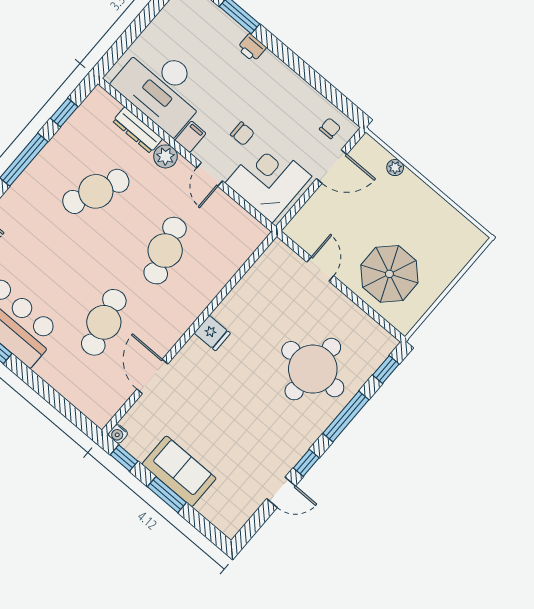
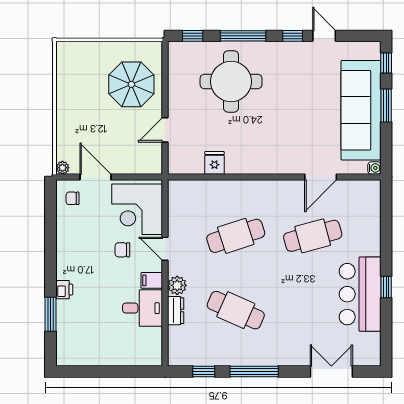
desk: (162, 88) -> (143, 308), width x0.53, depth x0.77
dresser: (137, 130) -> (176, 311), width x0.70
chair: (242, 134) -> (122, 250), turned -90
plant: (395, 168) -> (62, 168), moved
door: (210, 174) -> (165, 249), swing flipped
fridge: (212, 333) -> (214, 163), moved
window: (124, 458) -> (386, 63), moved
sofa: (179, 471) -> (361, 110), width x1.85, depth x1.27

